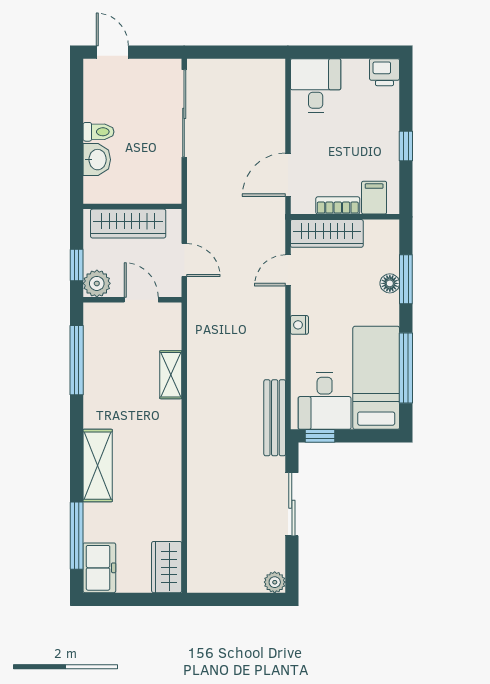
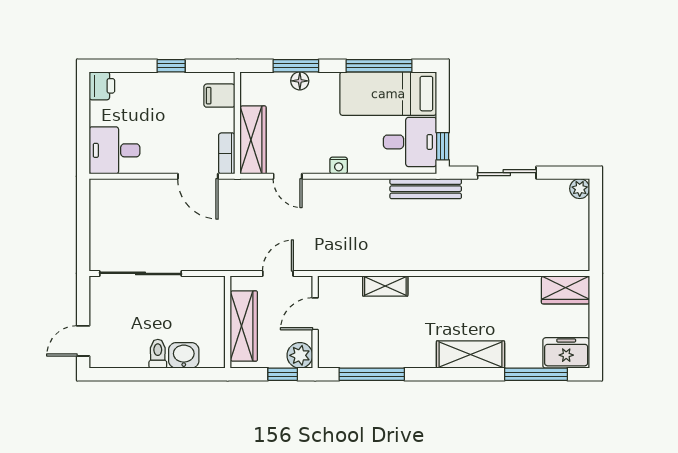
bookcase: (338, 205) -> (227, 153), moved

